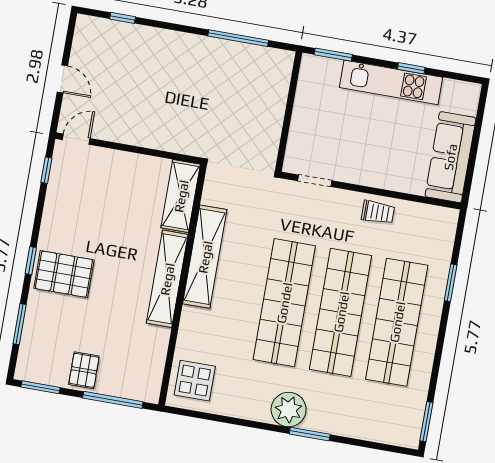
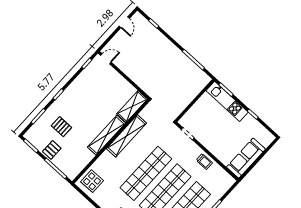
door: (62, 79) -> (124, 22), moved
kitchen unit: (391, 82) -> (227, 101), moved
pallet: (64, 274) -> (61, 127), moved, width x0.67, depth x0.71

